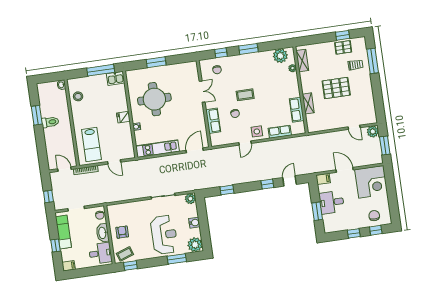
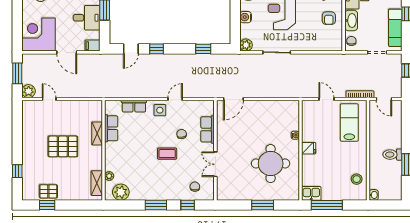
window: (373, 61) -> (17, 171), width x0.46
trolley: (355, 65) -> (37, 170), removed
kitchen unit: (158, 149) -> (275, 107), removed

